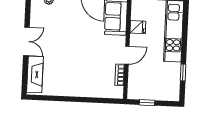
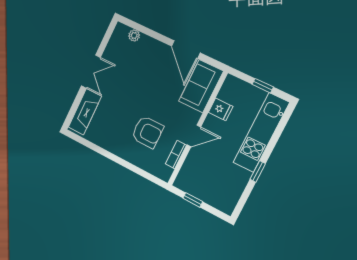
armchair: (91, 68) -> (147, 132), added
window: (183, 72) -> (258, 171), moved

